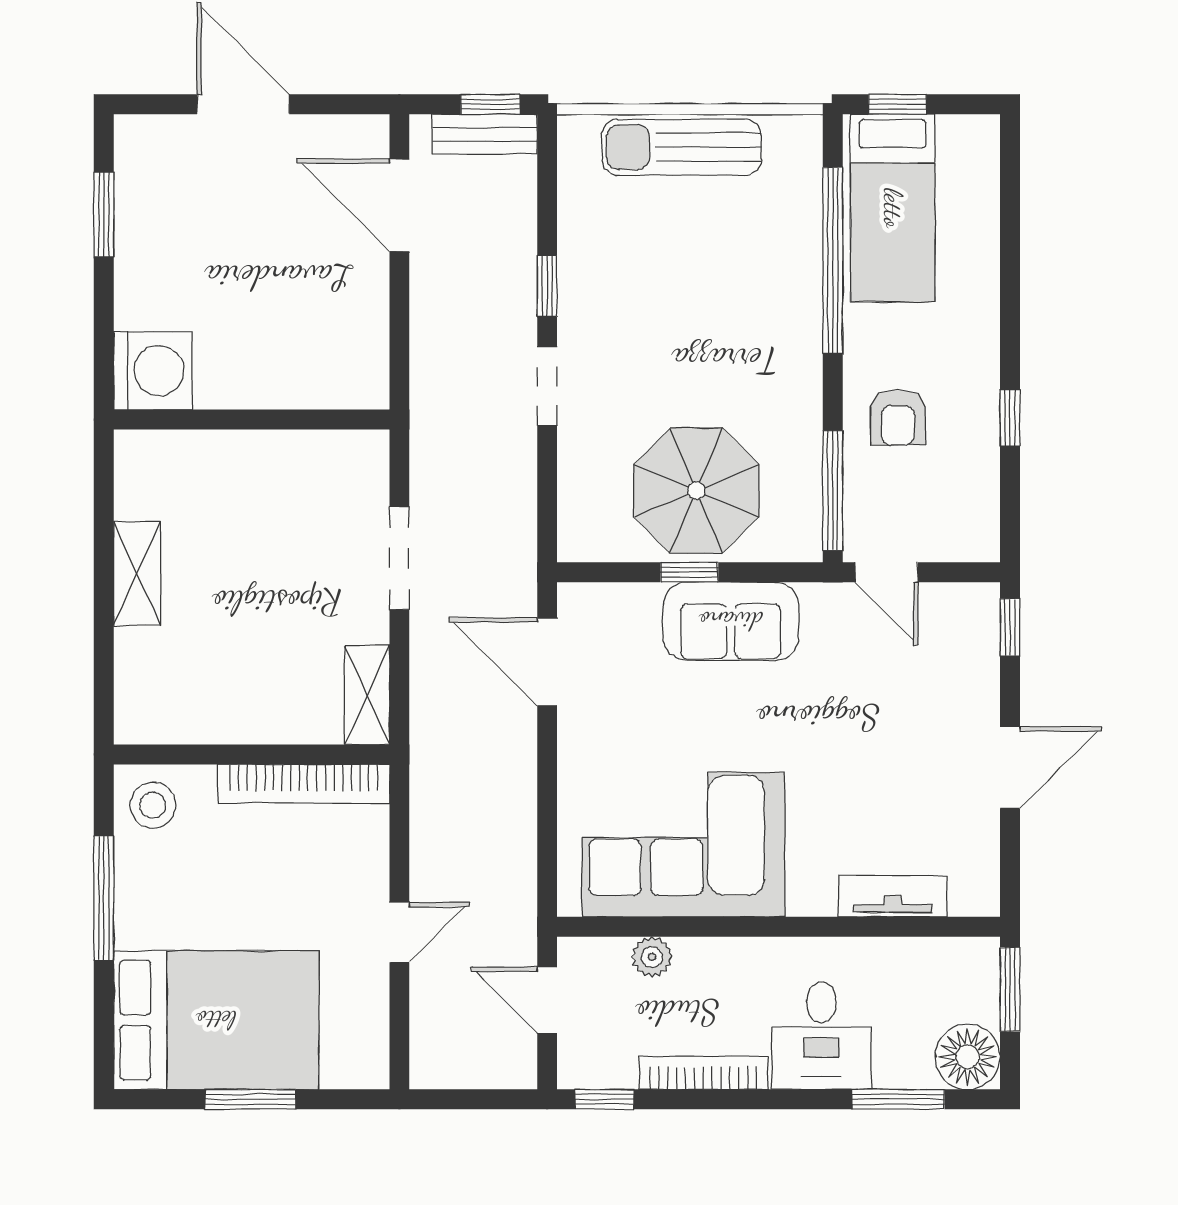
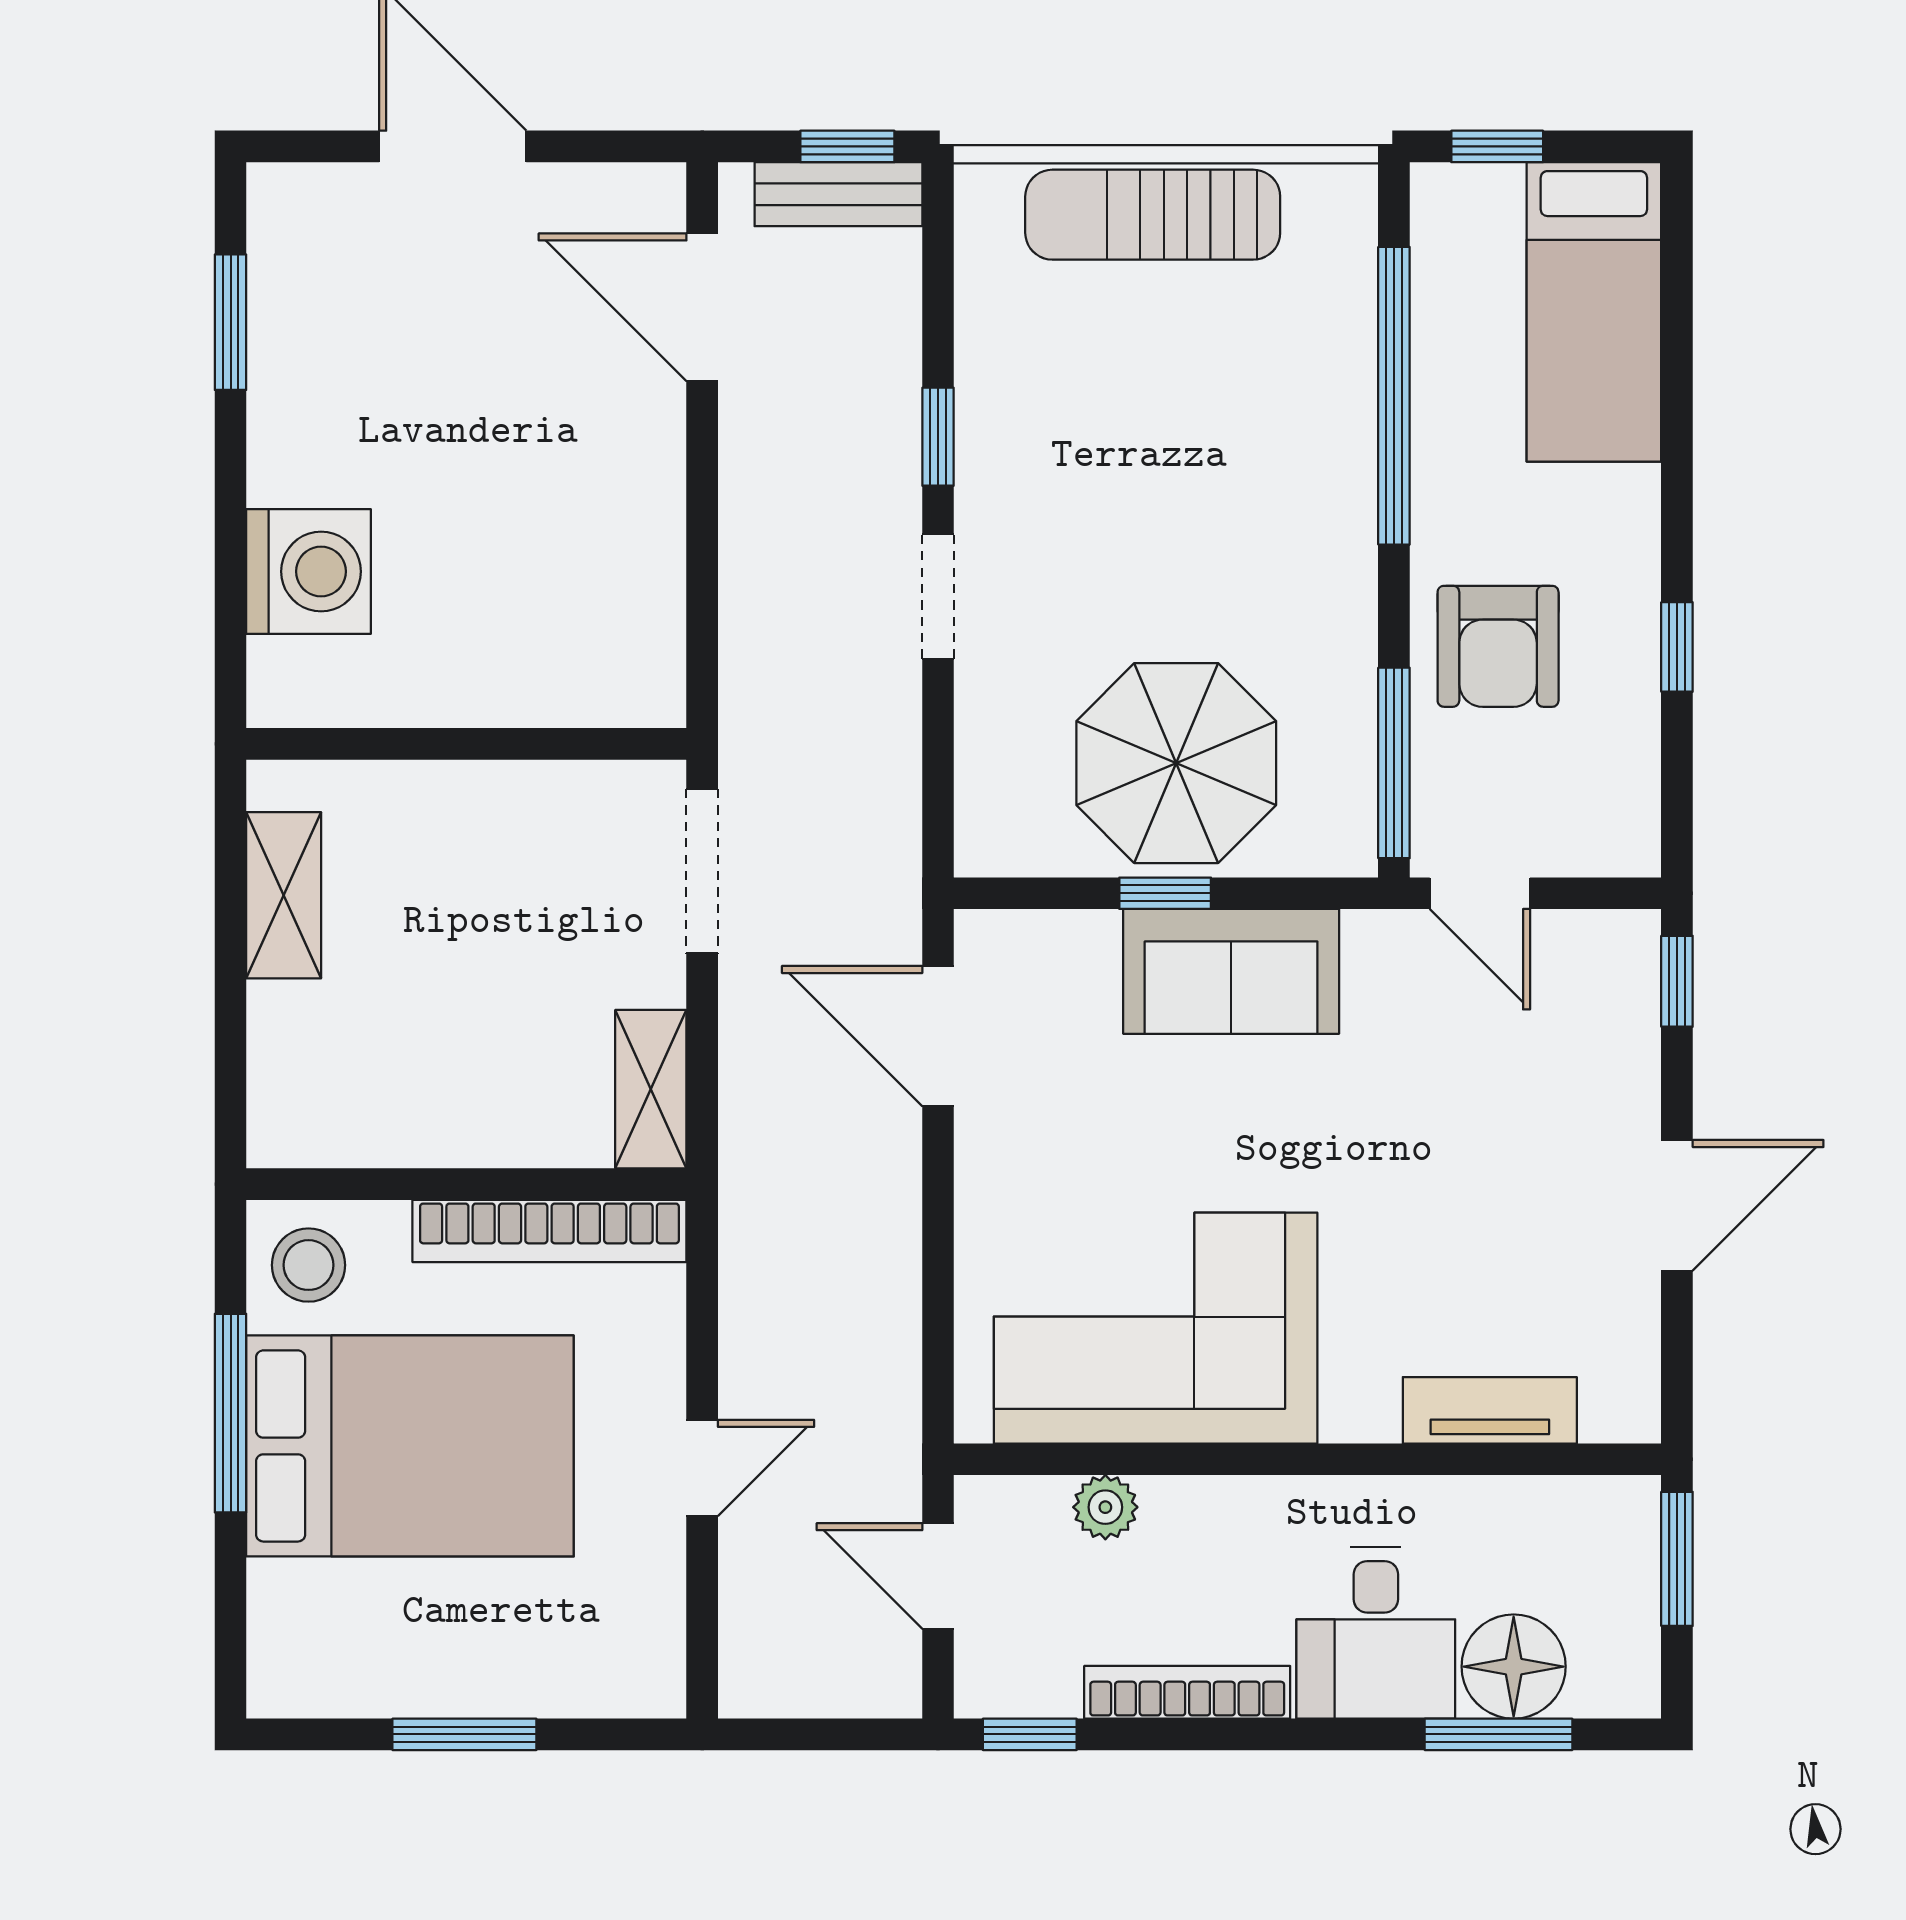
bed: (893, 208) -> (1594, 312), moved
armchair: (898, 418) -> (1498, 646), width x1.38, depth x1.38
wall: (252, 420) -> (466, 744), moved
bed: (216, 1020) -> (410, 1446), moved
floor lamp: (968, 1057) -> (1514, 1667), moved

